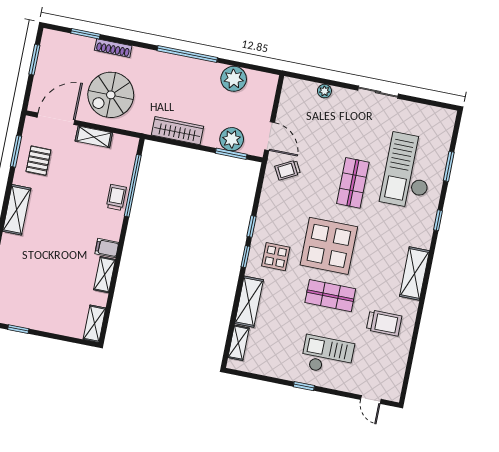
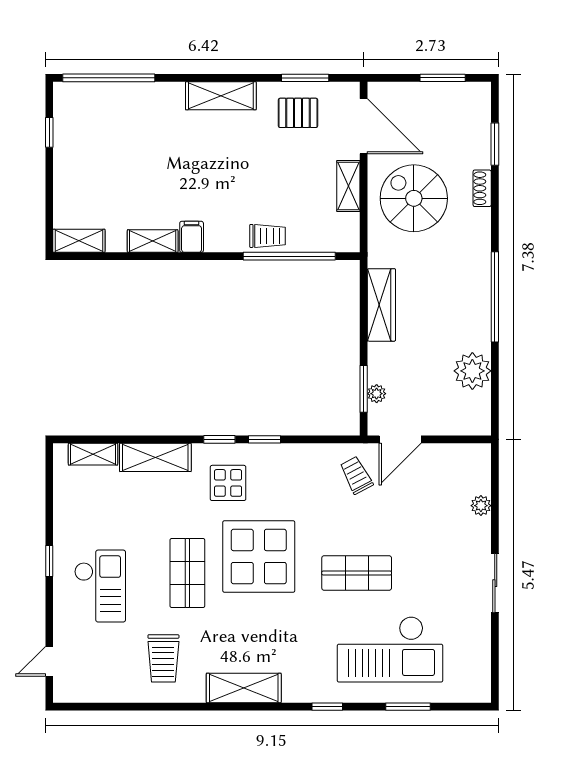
shoe rack: (113, 48) -> (482, 188), width x0.70
plant: (232, 139) -> (377, 394), width x0.53, depth x0.53
checkout: (408, 171) -> (390, 649), turned 180

